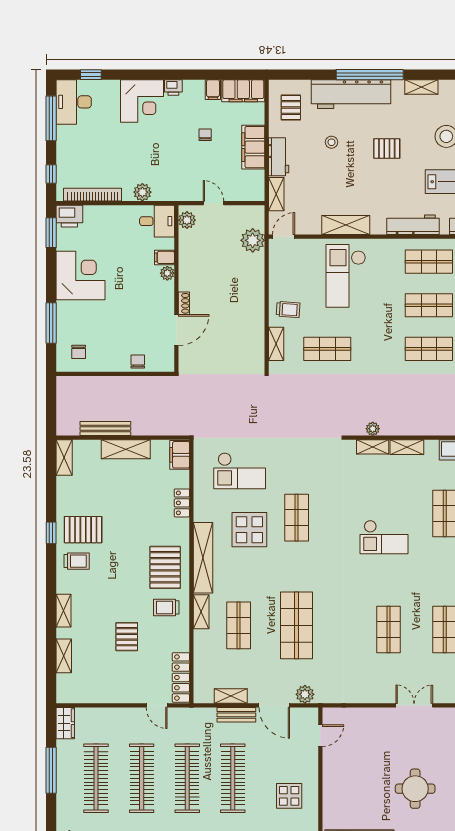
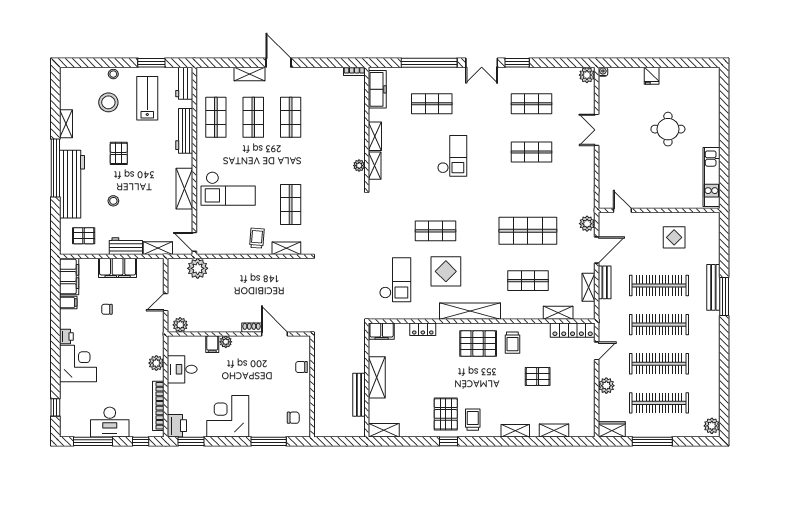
desk: (74, 102) -> (110, 422), moved
desk: (157, 221) -> (182, 369), moved, turned -90
shelving: (201, 612) -> (558, 313), moved
plant: (116, 717) -> (606, 386), added

